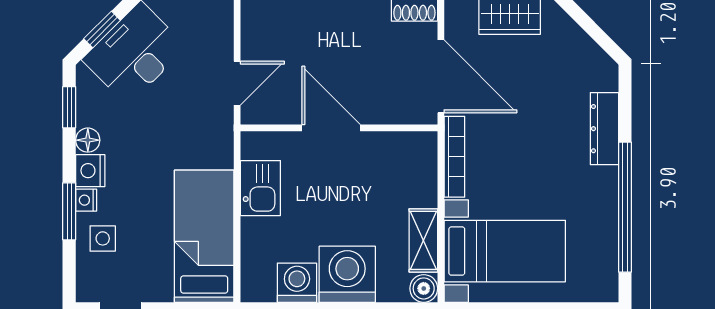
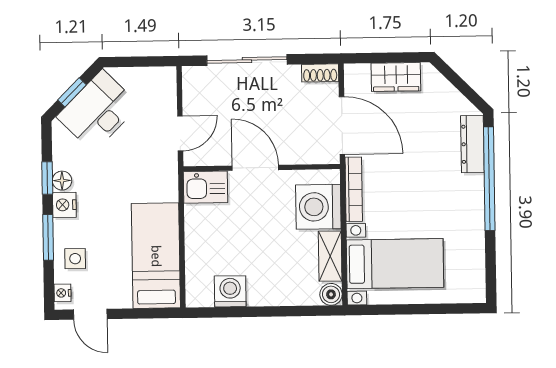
window: (69, 107) -> (47, 178), moved
dresser: (604, 129) -> (472, 144), moved
kitchen sink: (260, 188) -> (205, 187), moved, turned 90
nightstand: (86, 200) -> (62, 293), moved
window: (625, 207) -> (489, 179), moved
washing machine: (347, 274) -> (318, 207), moved, turned -90

